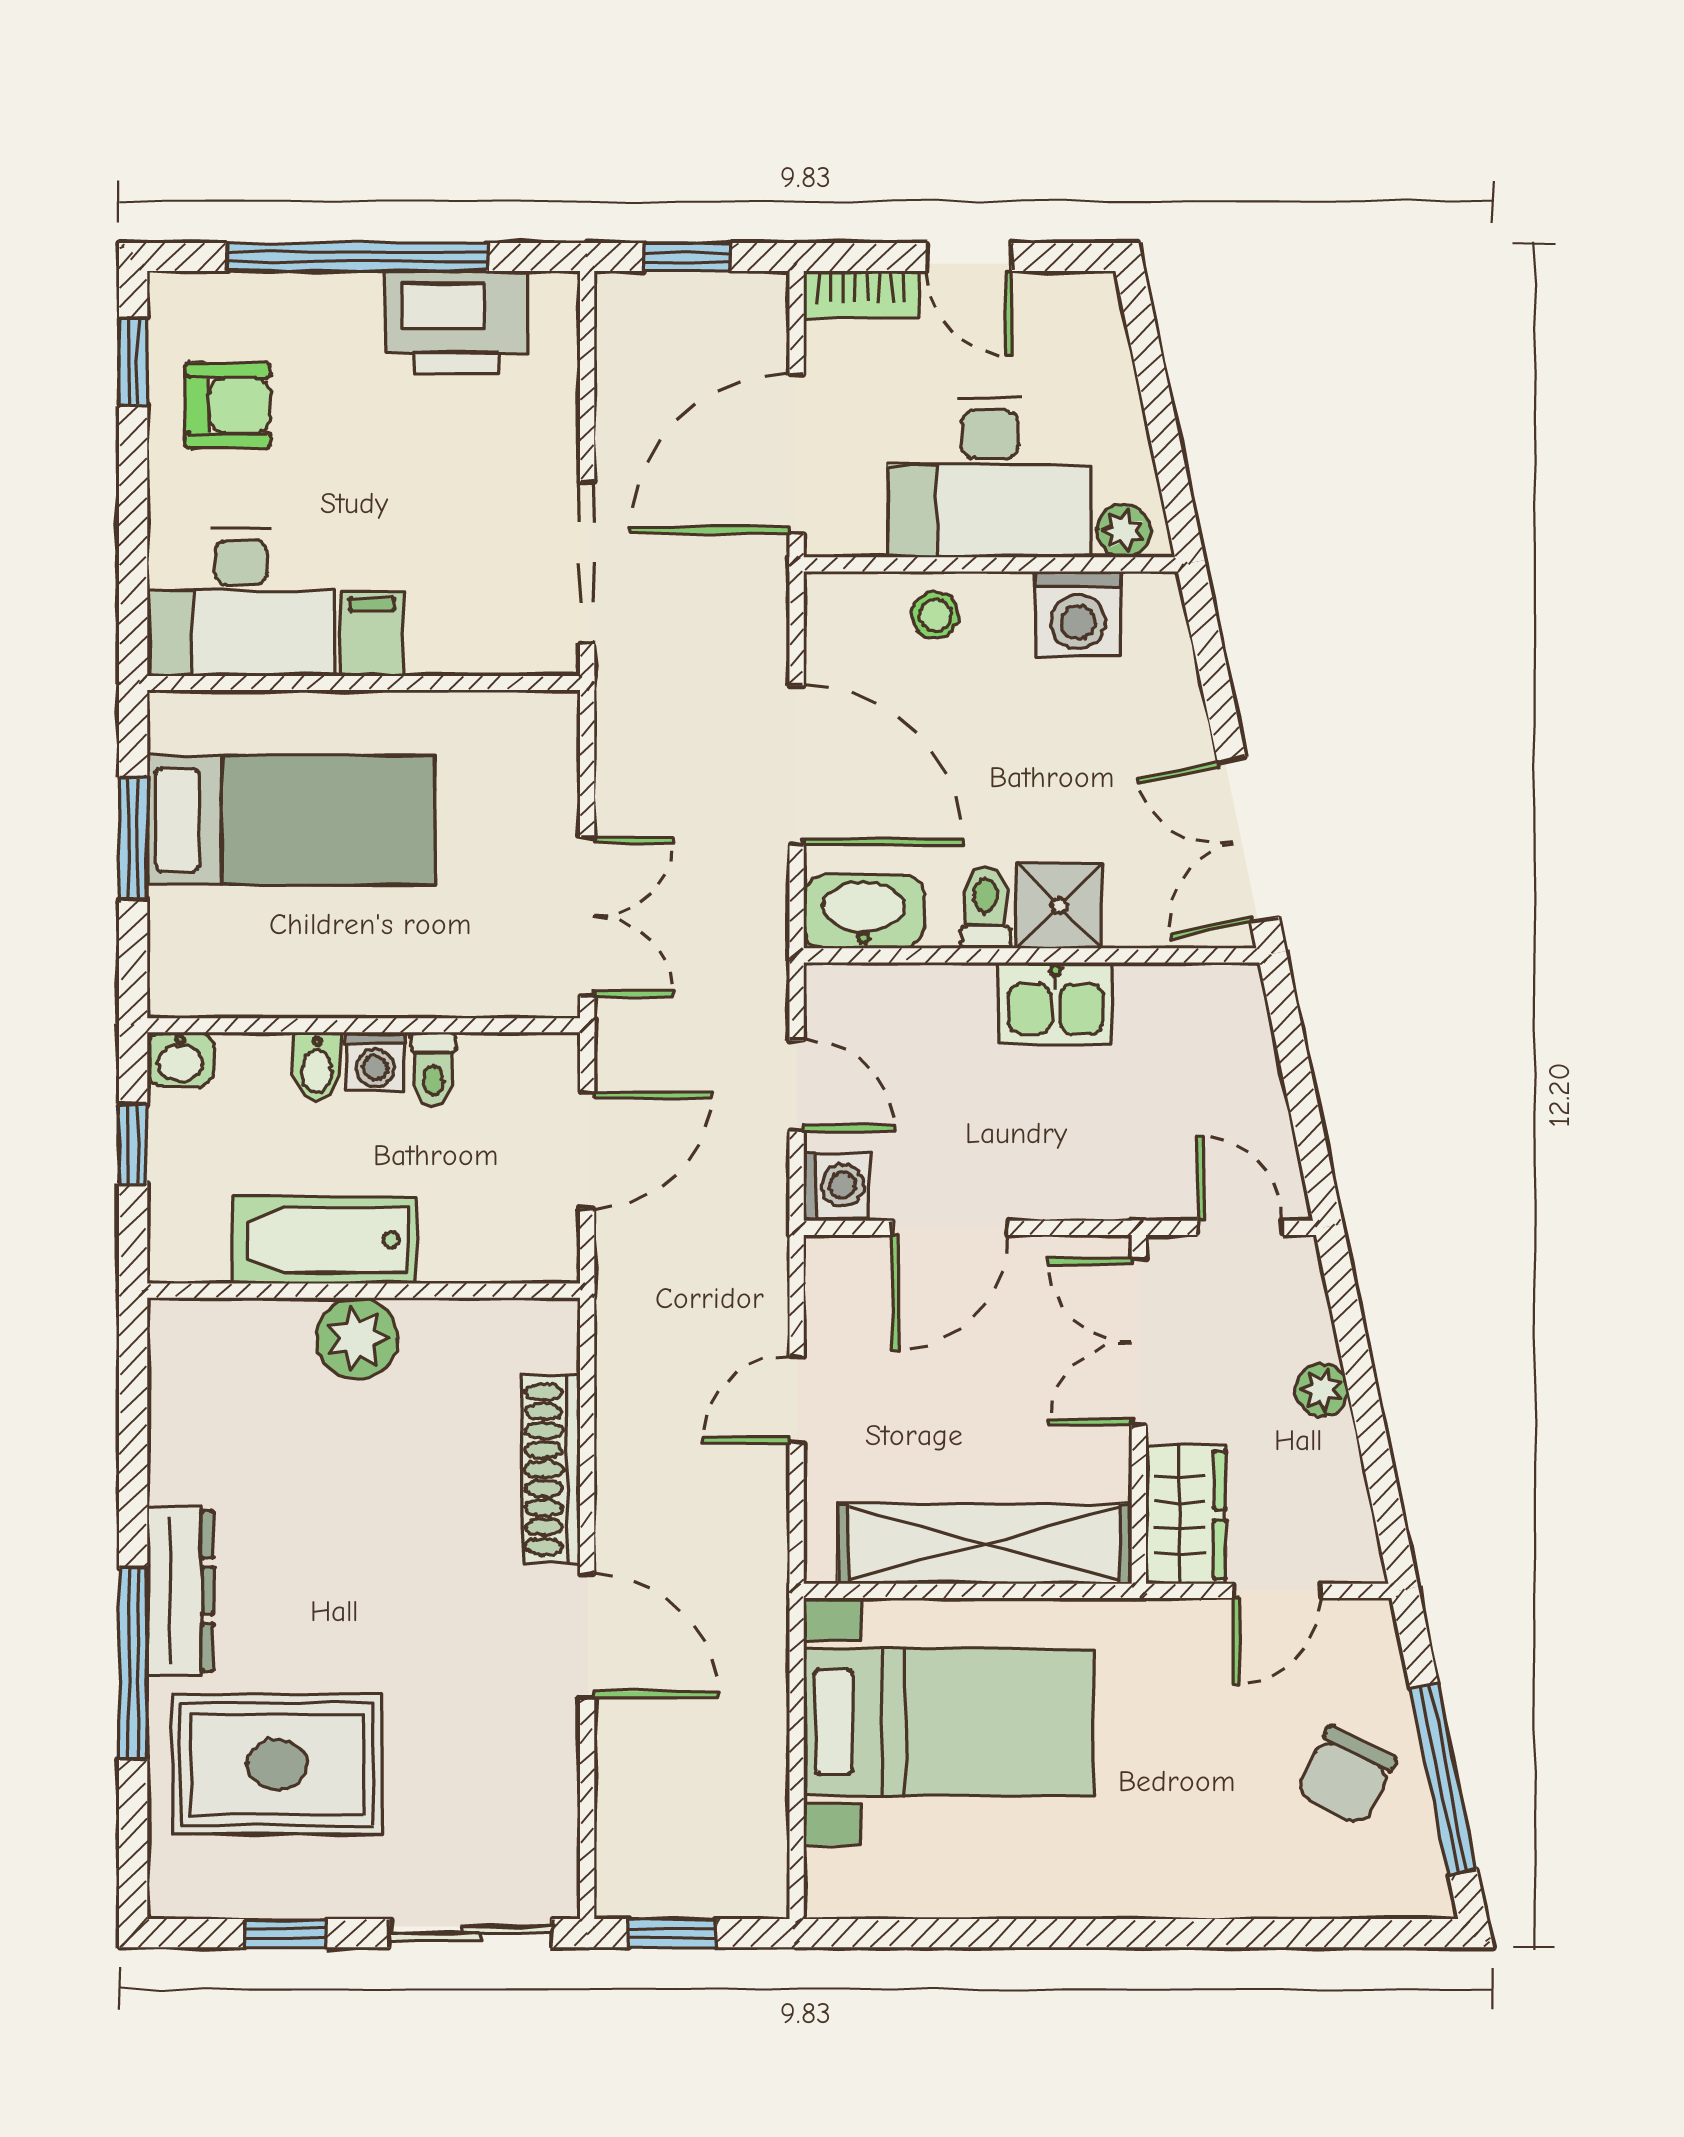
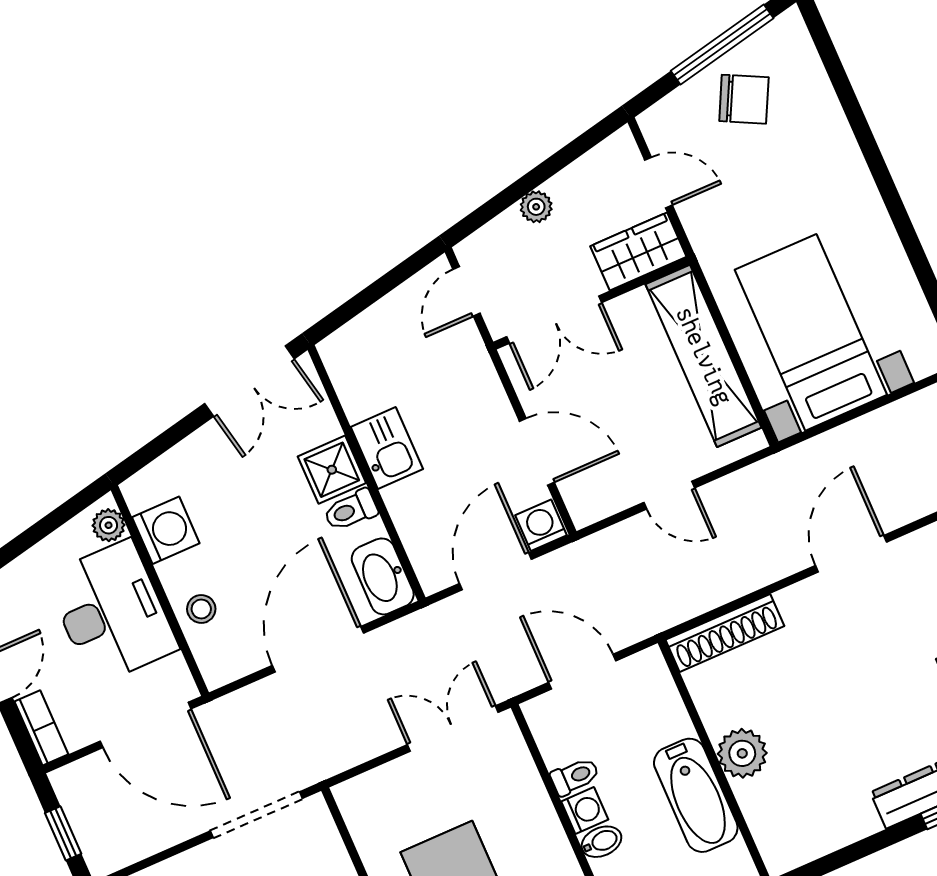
door: (797, 1086) -> (496, 571), width x1.38
shoe rack: (551, 1469) -> (725, 633), moved

